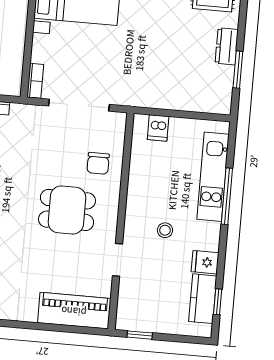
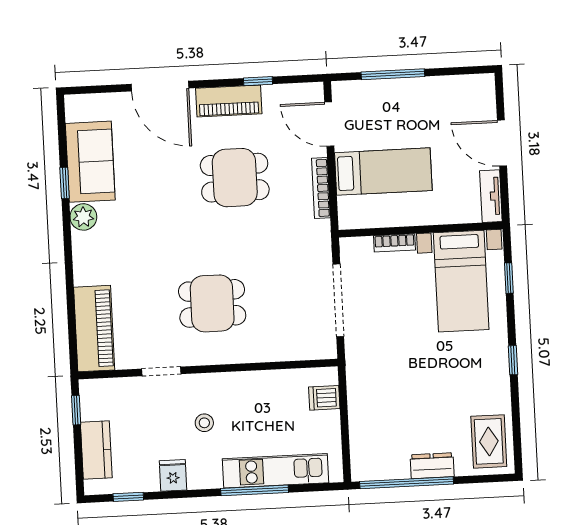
window: (238, 70) -> (407, 483), width x2.11
bookcase: (35, 81) -> (394, 243), moved
chair: (98, 163) -> (272, 333), removed
dining table: (67, 210) -> (212, 303), turned 90
kitchen counter: (203, 299) -> (96, 450), moved, turned 90

